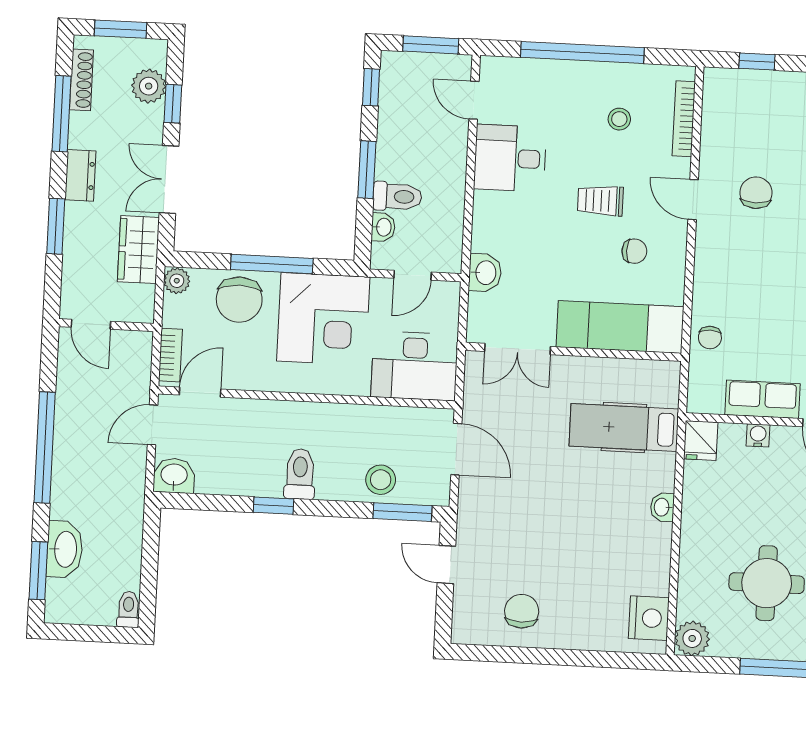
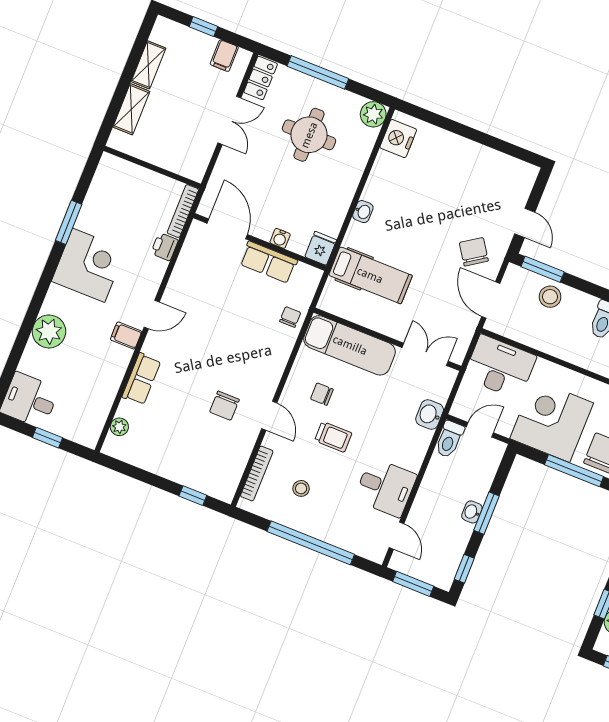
toilet: (397, 197) -> (449, 439), moved, turned -90
washbasin: (383, 227) -> (472, 512), moved
chair: (522, 611) -> (474, 252), moved, turned 146

